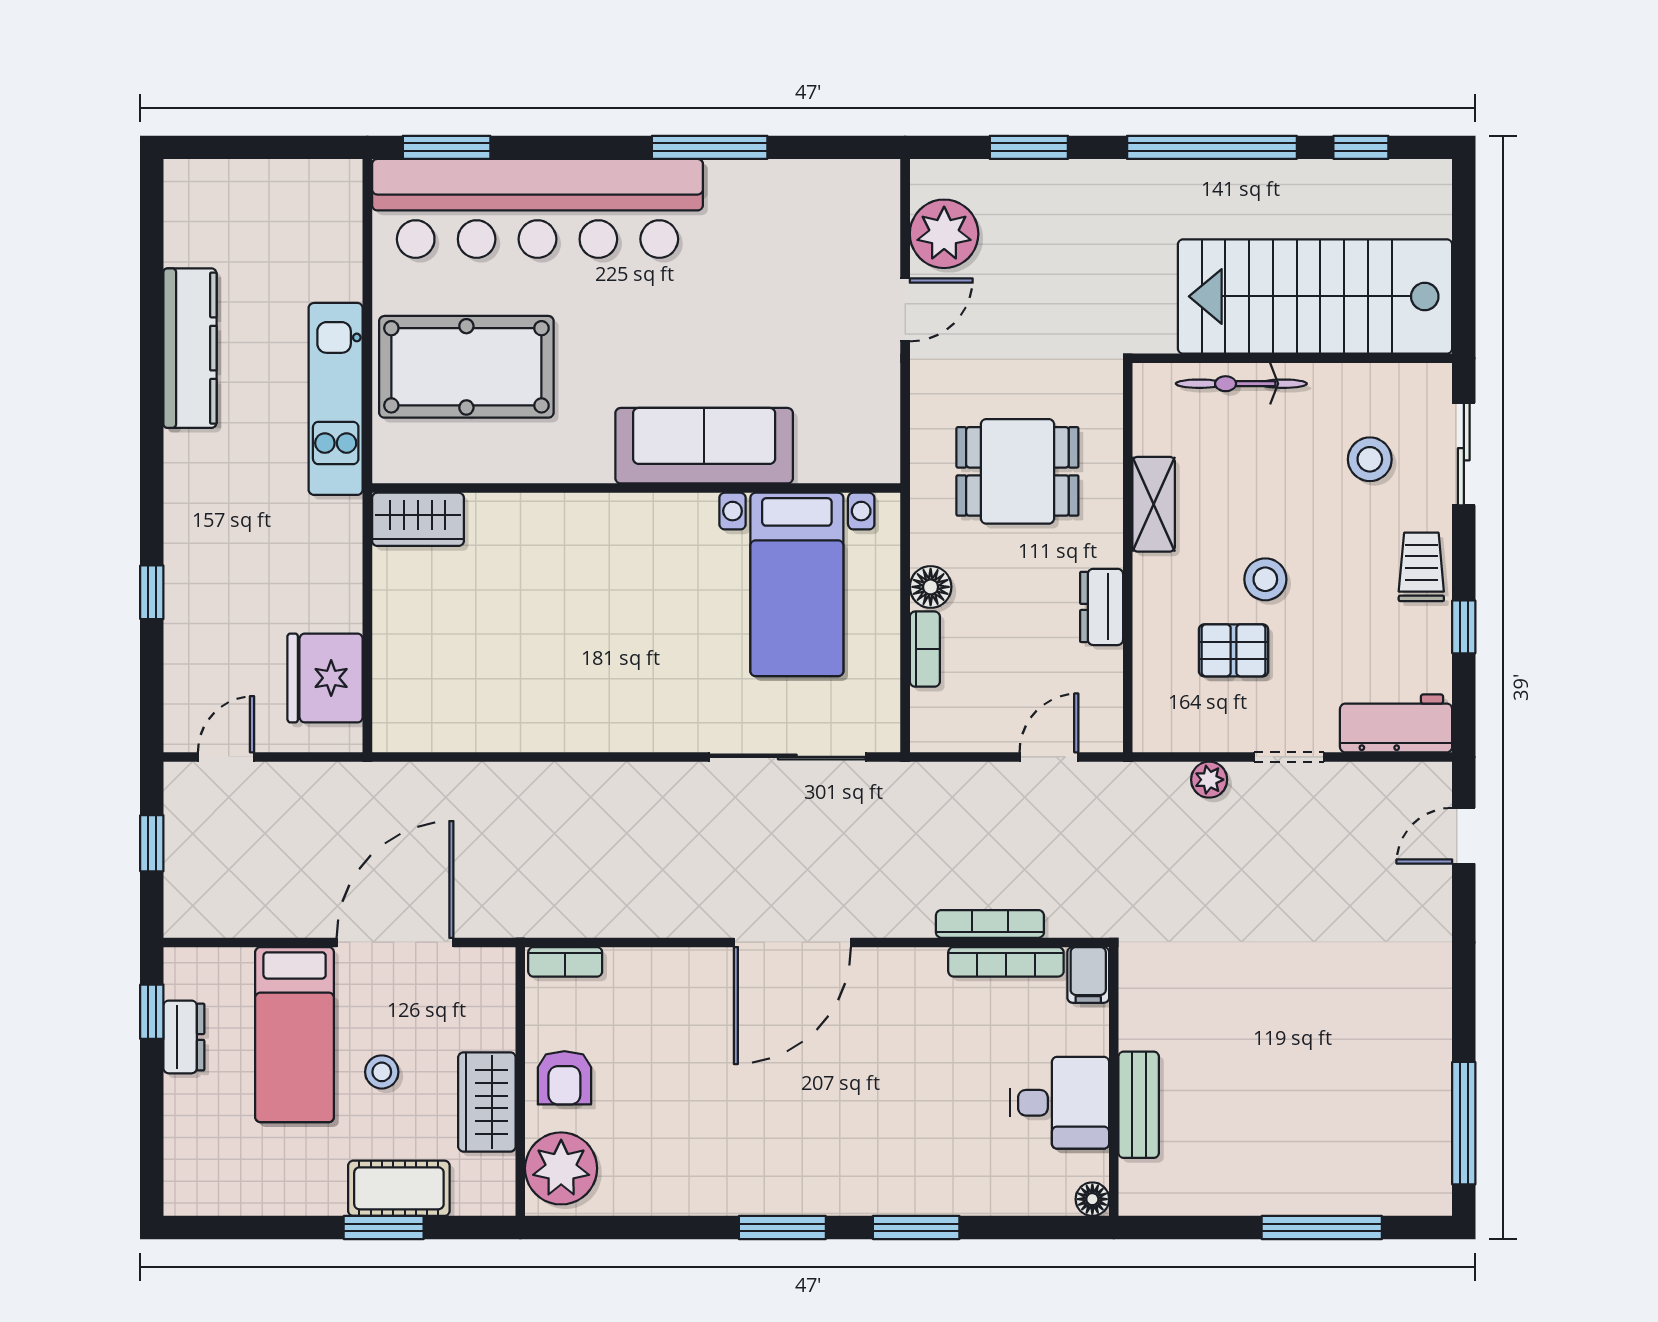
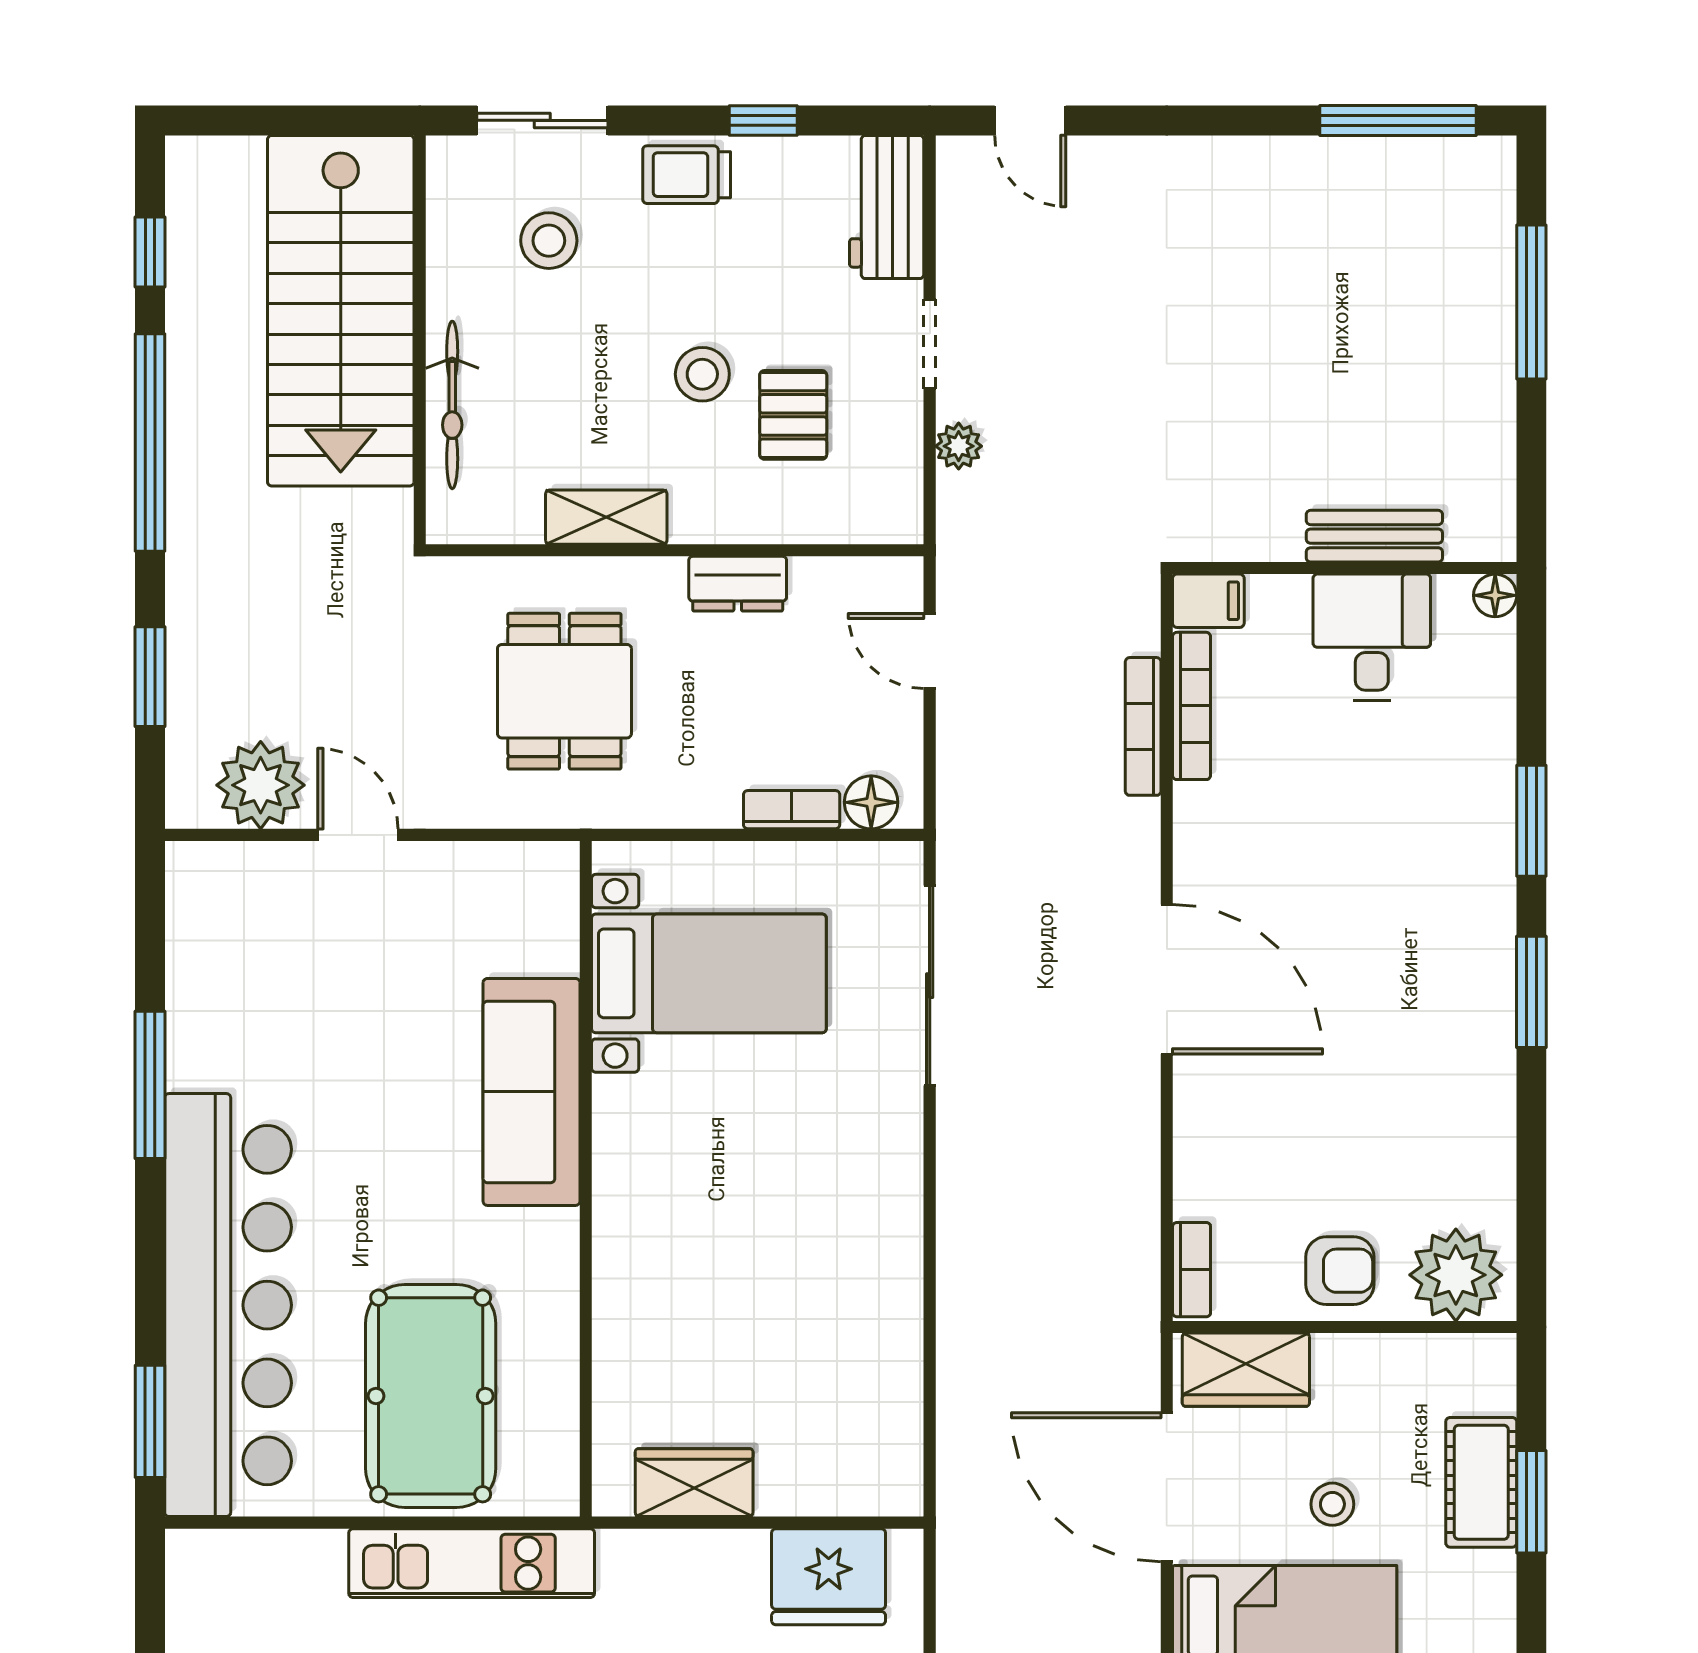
wardrobe: (418, 519) -> (694, 1483), moved, turned -90
floor lamp: (931, 587) -> (871, 802), moved
wardrobe: (487, 1102) -> (1246, 1370), moved

